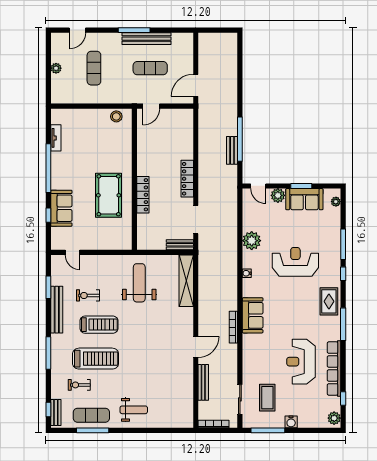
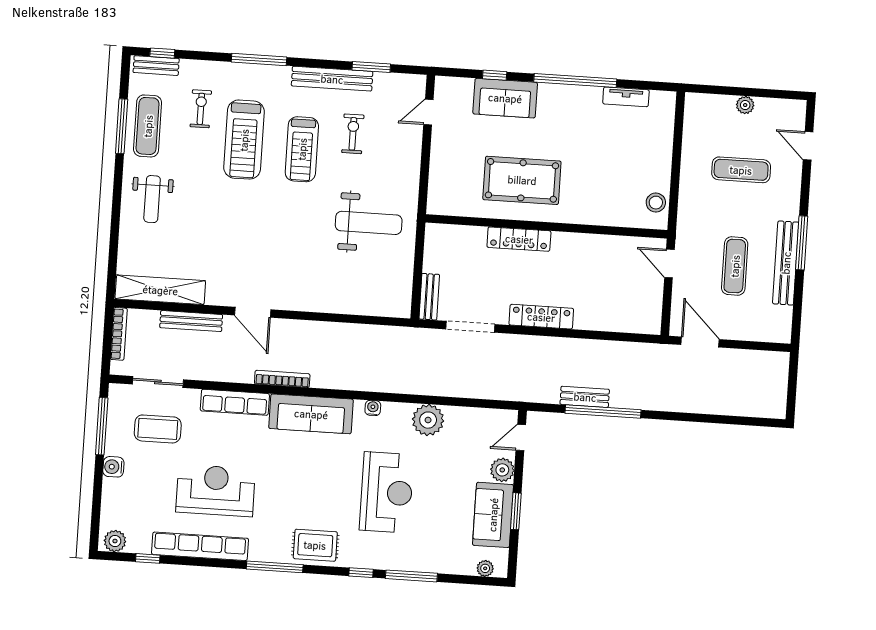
shelving: (186, 281) -> (160, 290), moved
sofa: (253, 315) -> (311, 414), width x1.36
row of seats: (249, 354) -> (235, 402), added

